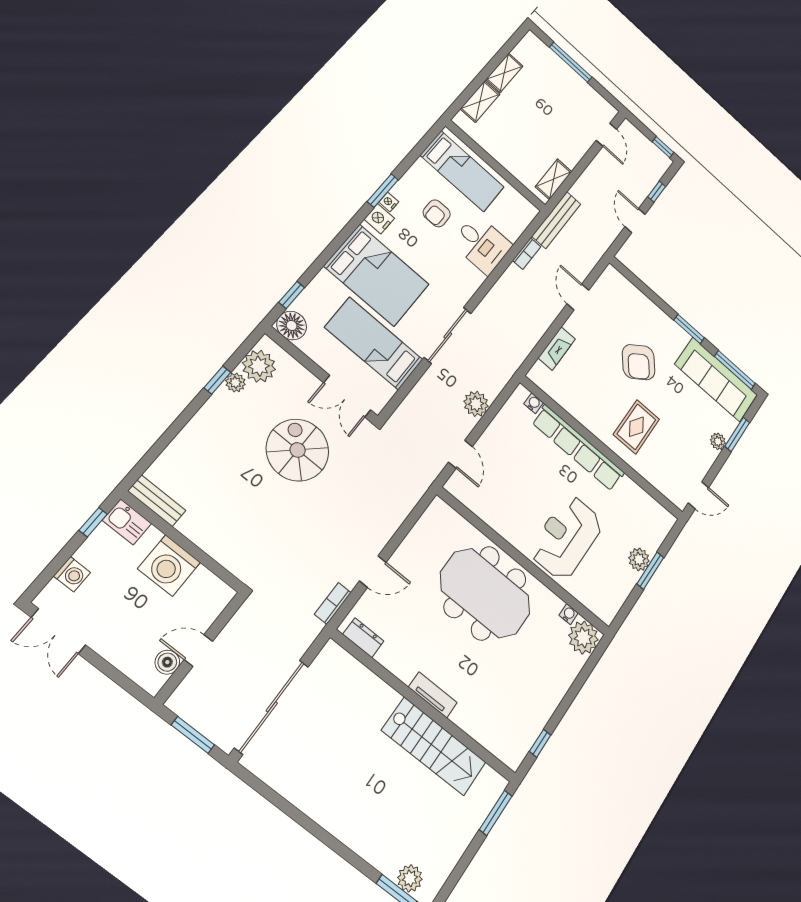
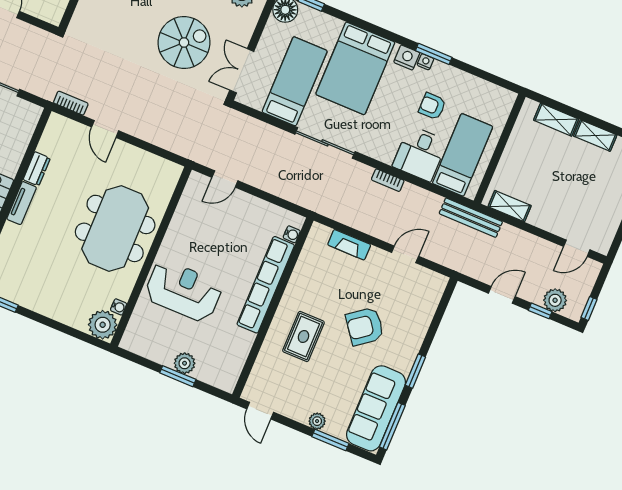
bed: (462, 171) -> (463, 155), moved, turned 180
bookcase: (527, 254) -> (388, 180), moved
plant: (476, 404) -> (555, 300), moved
rug: (636, 427) -> (303, 336), turned 90
dresser: (363, 638) -> (37, 169), moved

